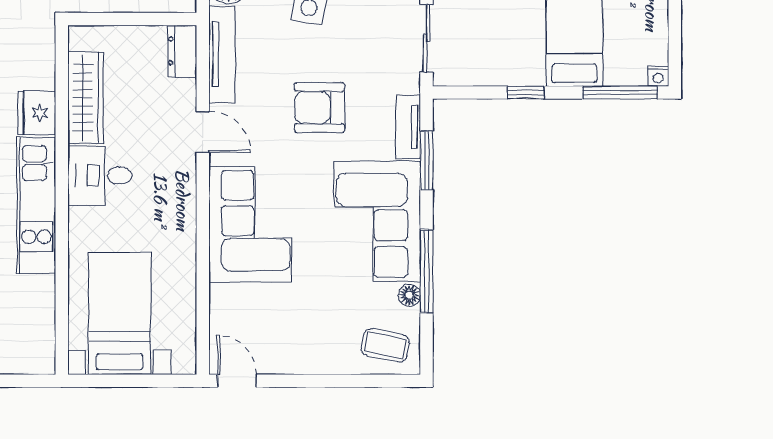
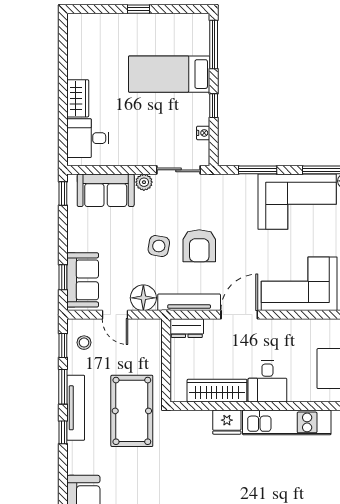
nightstand: (658, 76) -> (203, 133), moved
armchair: (320, 108) -> (199, 246), moved
tv unit: (408, 127) -> (236, 182), removed
door: (203, 132) -> (239, 315), width x1.38

